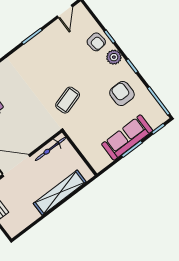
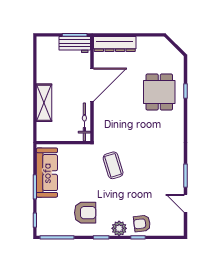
door: (65, 11) -> (185, 203), moved
sofa: (127, 137) -> (47, 173), moved
shelving: (60, 193) -> (44, 103), width x0.68

